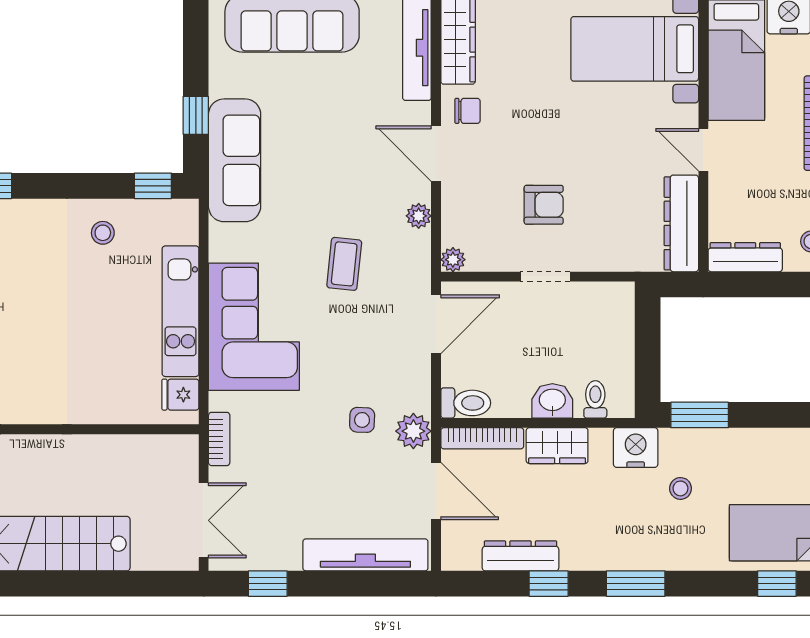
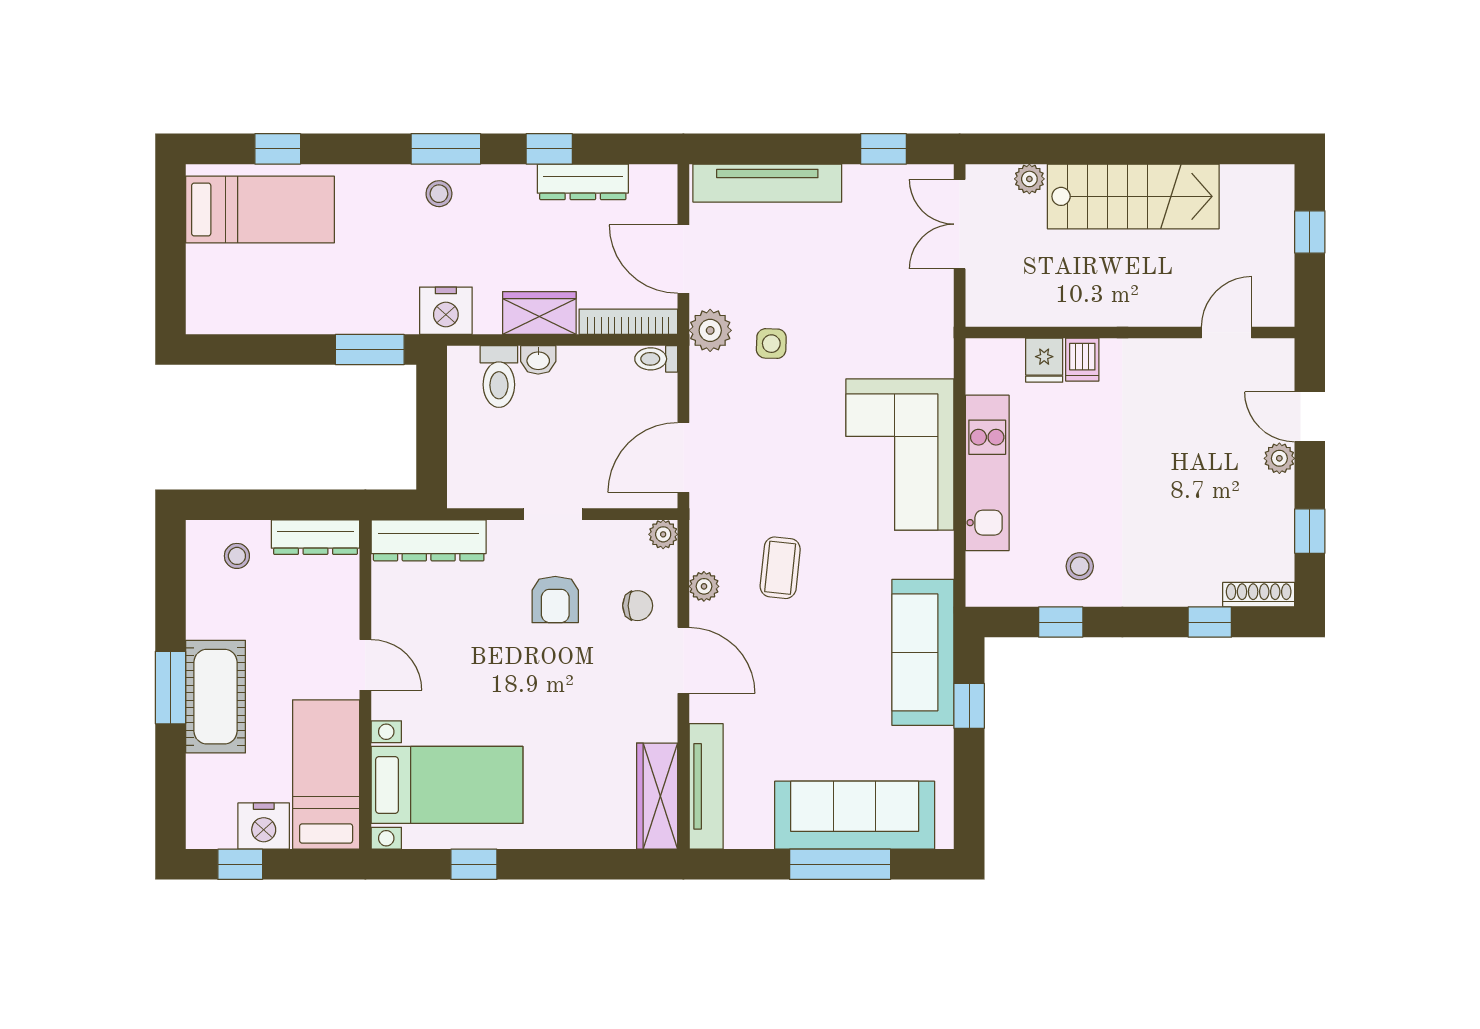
chair: (468, 111) -> (638, 606), moved, turned 180
window: (153, 186) -> (1061, 622), moved
armchair: (544, 205) -> (555, 600), turned -90
dresser: (681, 223) -> (429, 540), moved, turned 90
coffee table: (344, 264) -> (780, 568), moved
fridge: (180, 395) -> (1044, 360), moved, turned 90
toilet: (595, 399) -> (499, 377), width x1.37, depth x1.39
washbasin: (552, 401) -> (538, 360), width x0.72, depth x0.69
toilet: (466, 403) -> (656, 359), width x0.73, depth x0.72
dishwasher: (101, 406) -> (1082, 360), added
bookcase: (219, 439) -> (941, 321), removed
stool: (680, 488) -> (439, 194), moved
plant: (145, 558) -> (1029, 179), added

